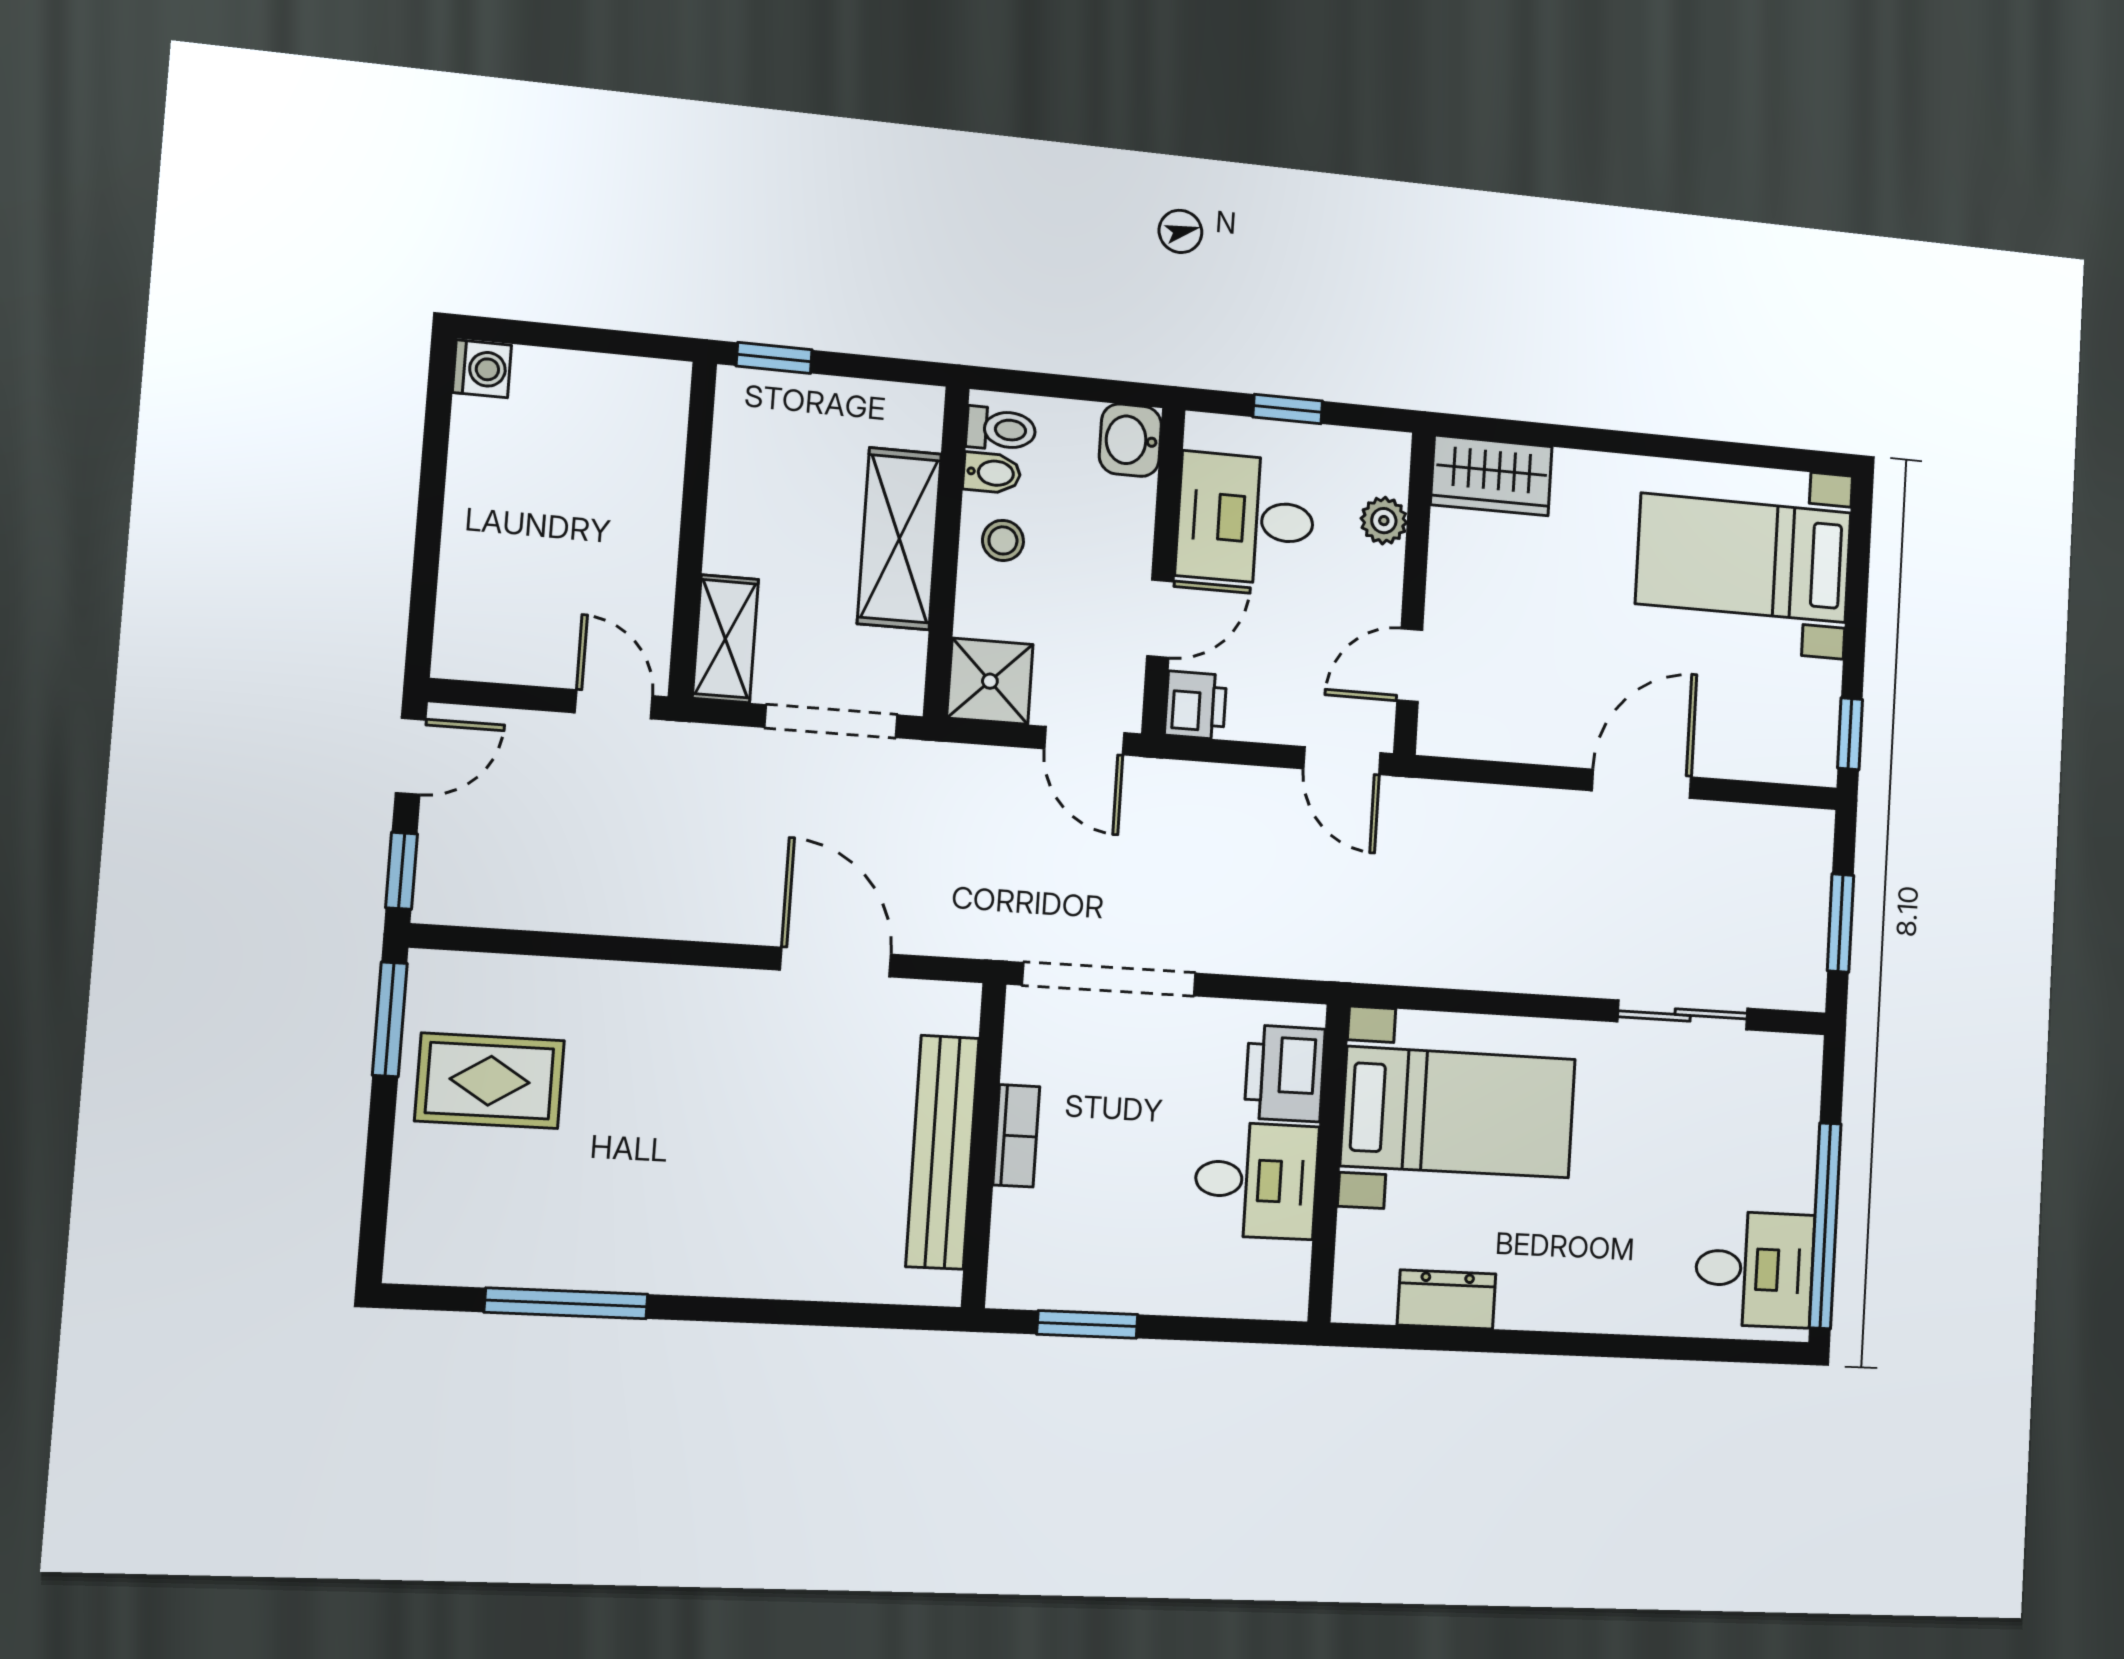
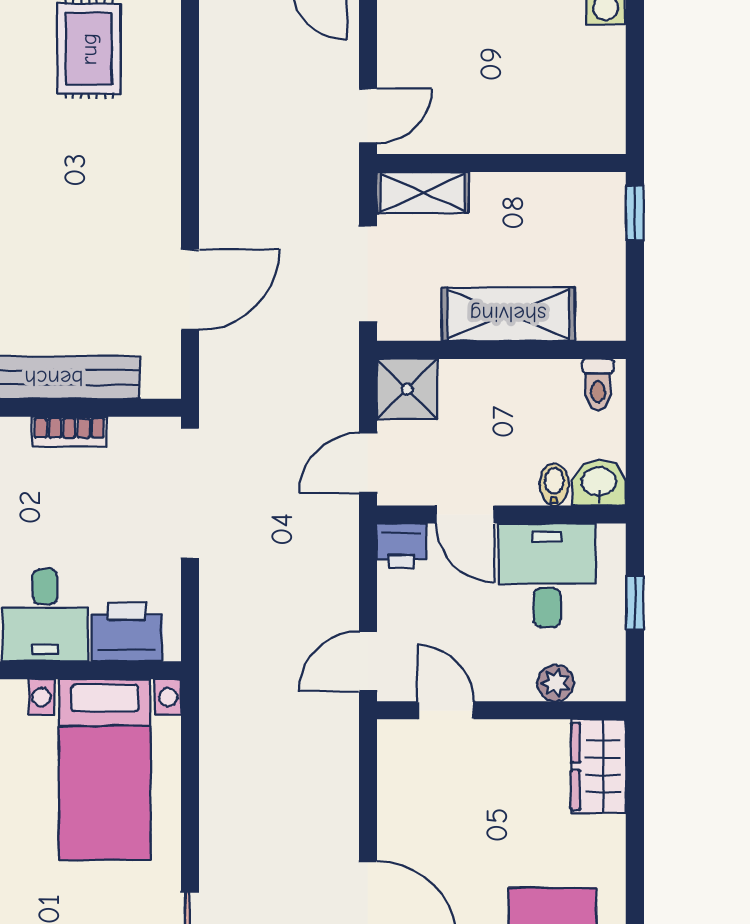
bidet: (992, 473) -> (554, 484), moved, turned 180
stool: (1003, 540) -> (514, 392), removed

